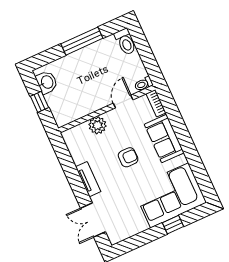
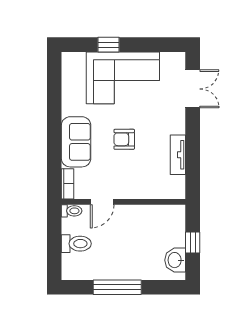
toilet: (125, 42) -> (76, 244), moved, turned 90
plant: (97, 125) -> (142, 189), removed
tv unit: (88, 179) -> (178, 155), moved
corner sofa: (170, 195) -> (123, 78), moved

